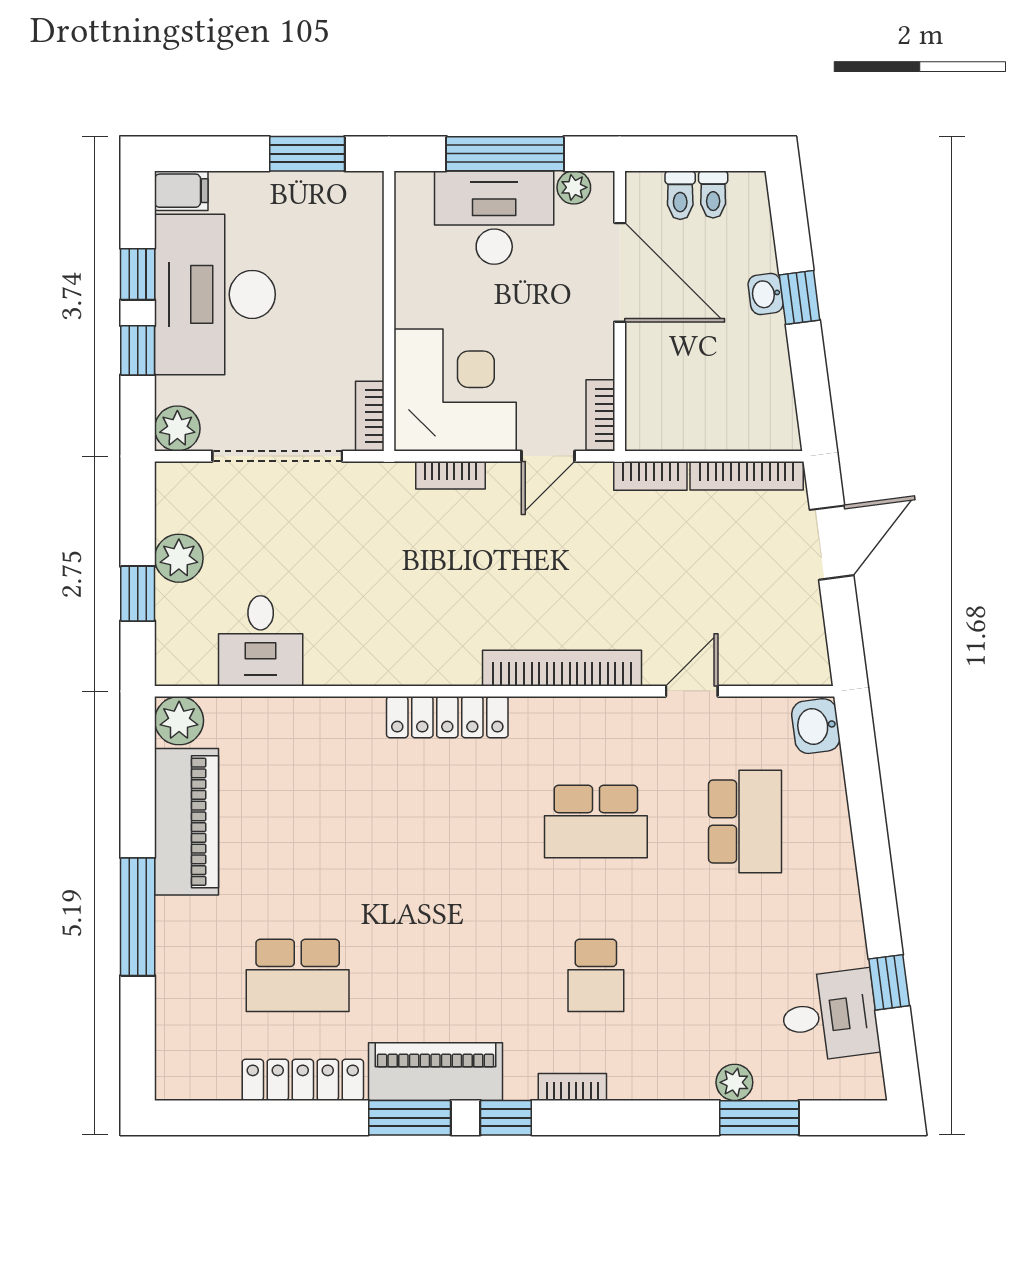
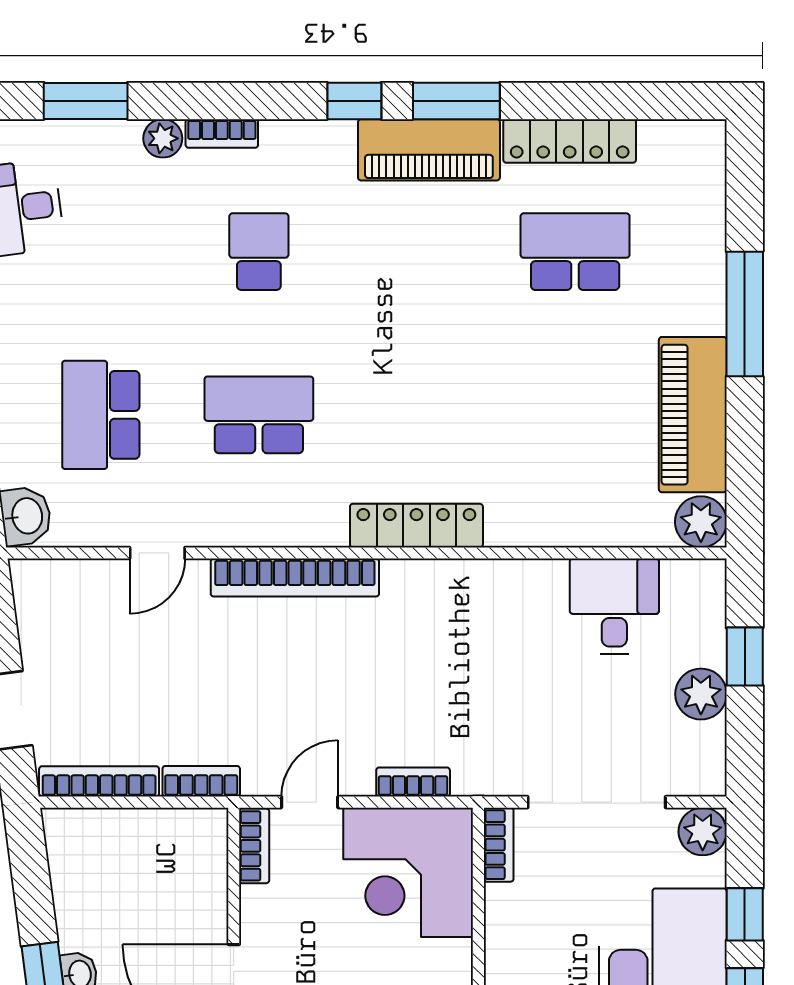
plant: (734, 1082) -> (163, 138), moved
bookcase: (572, 1087) -> (222, 133), moved

